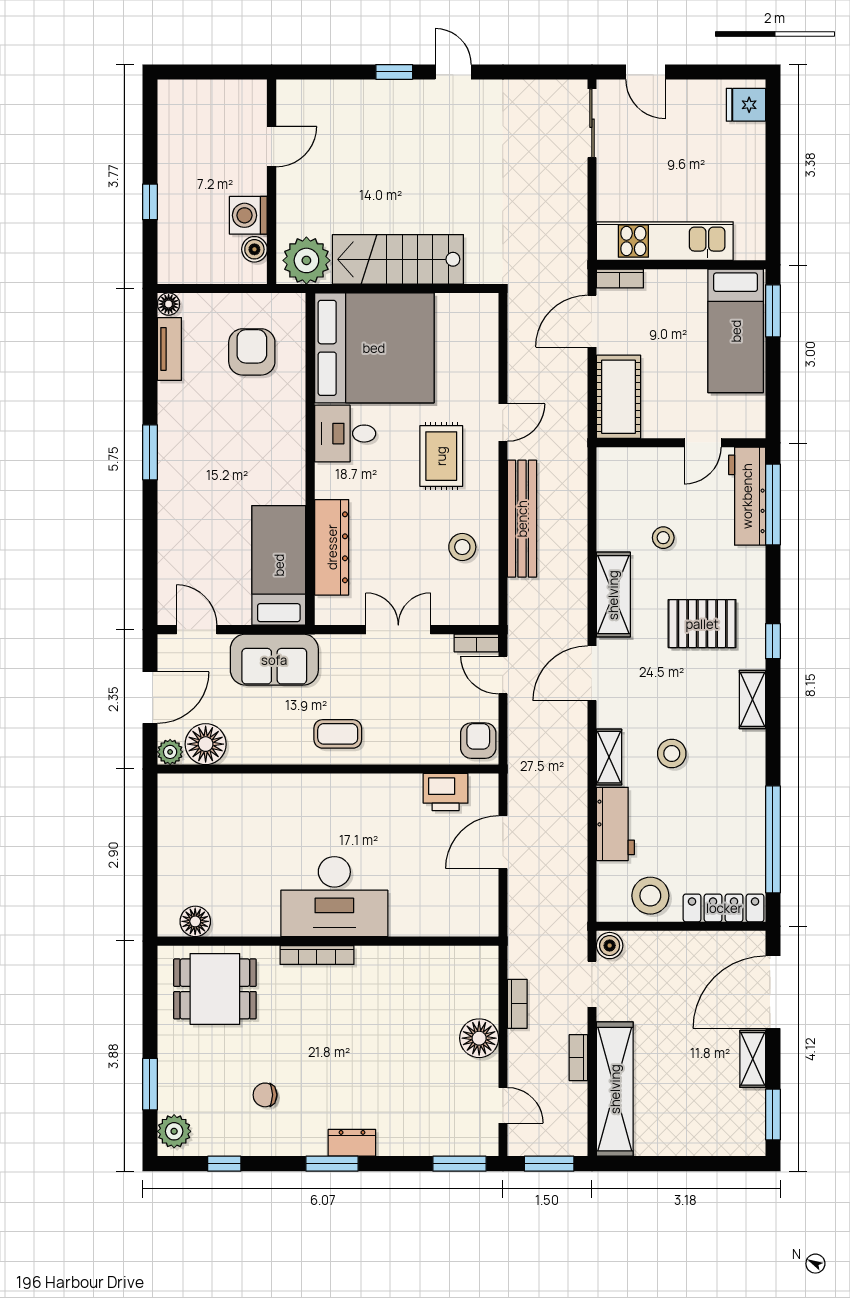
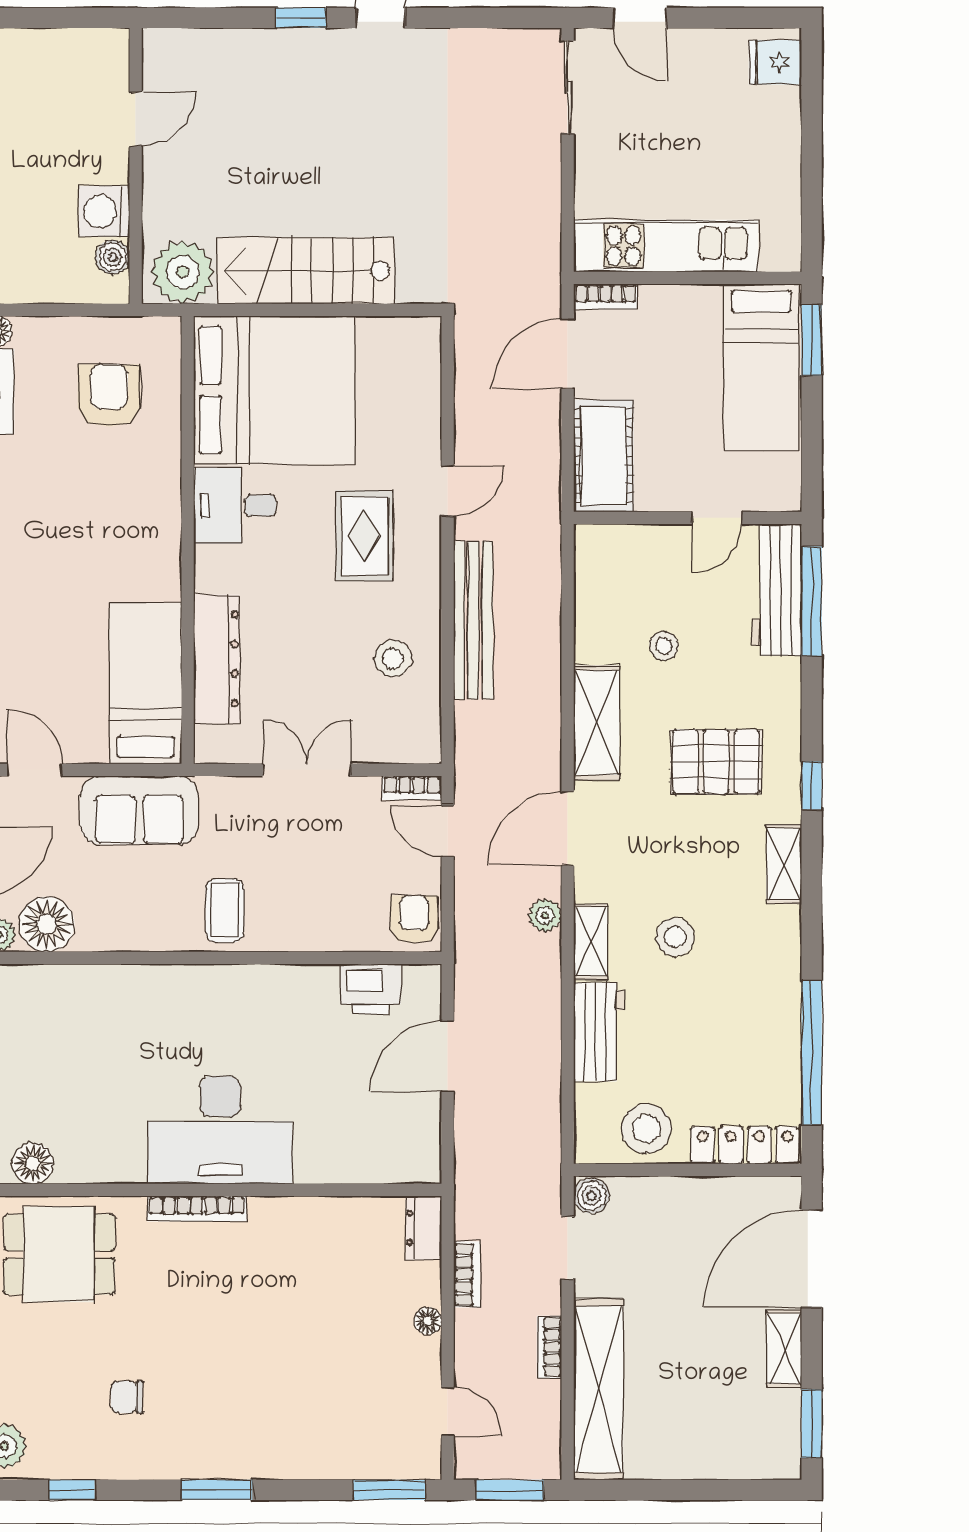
coffee table: (338, 734) -> (225, 910), turned 90
plant: (575, 737) -> (545, 915), added
floor lamp: (479, 1038) -> (428, 1321), width x0.53, depth x0.53
dresser: (352, 1143) -> (424, 1228), moved, turned -90

